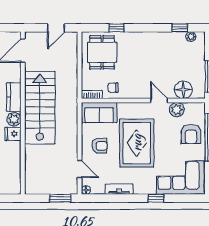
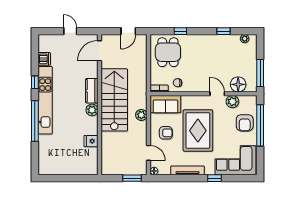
window: (180, 28) -> (223, 31), moved
plant: (71, 125) -> (141, 115), added
fridge: (13, 134) -> (91, 141), moved
tv unit: (119, 189) -> (188, 170), width x1.41

